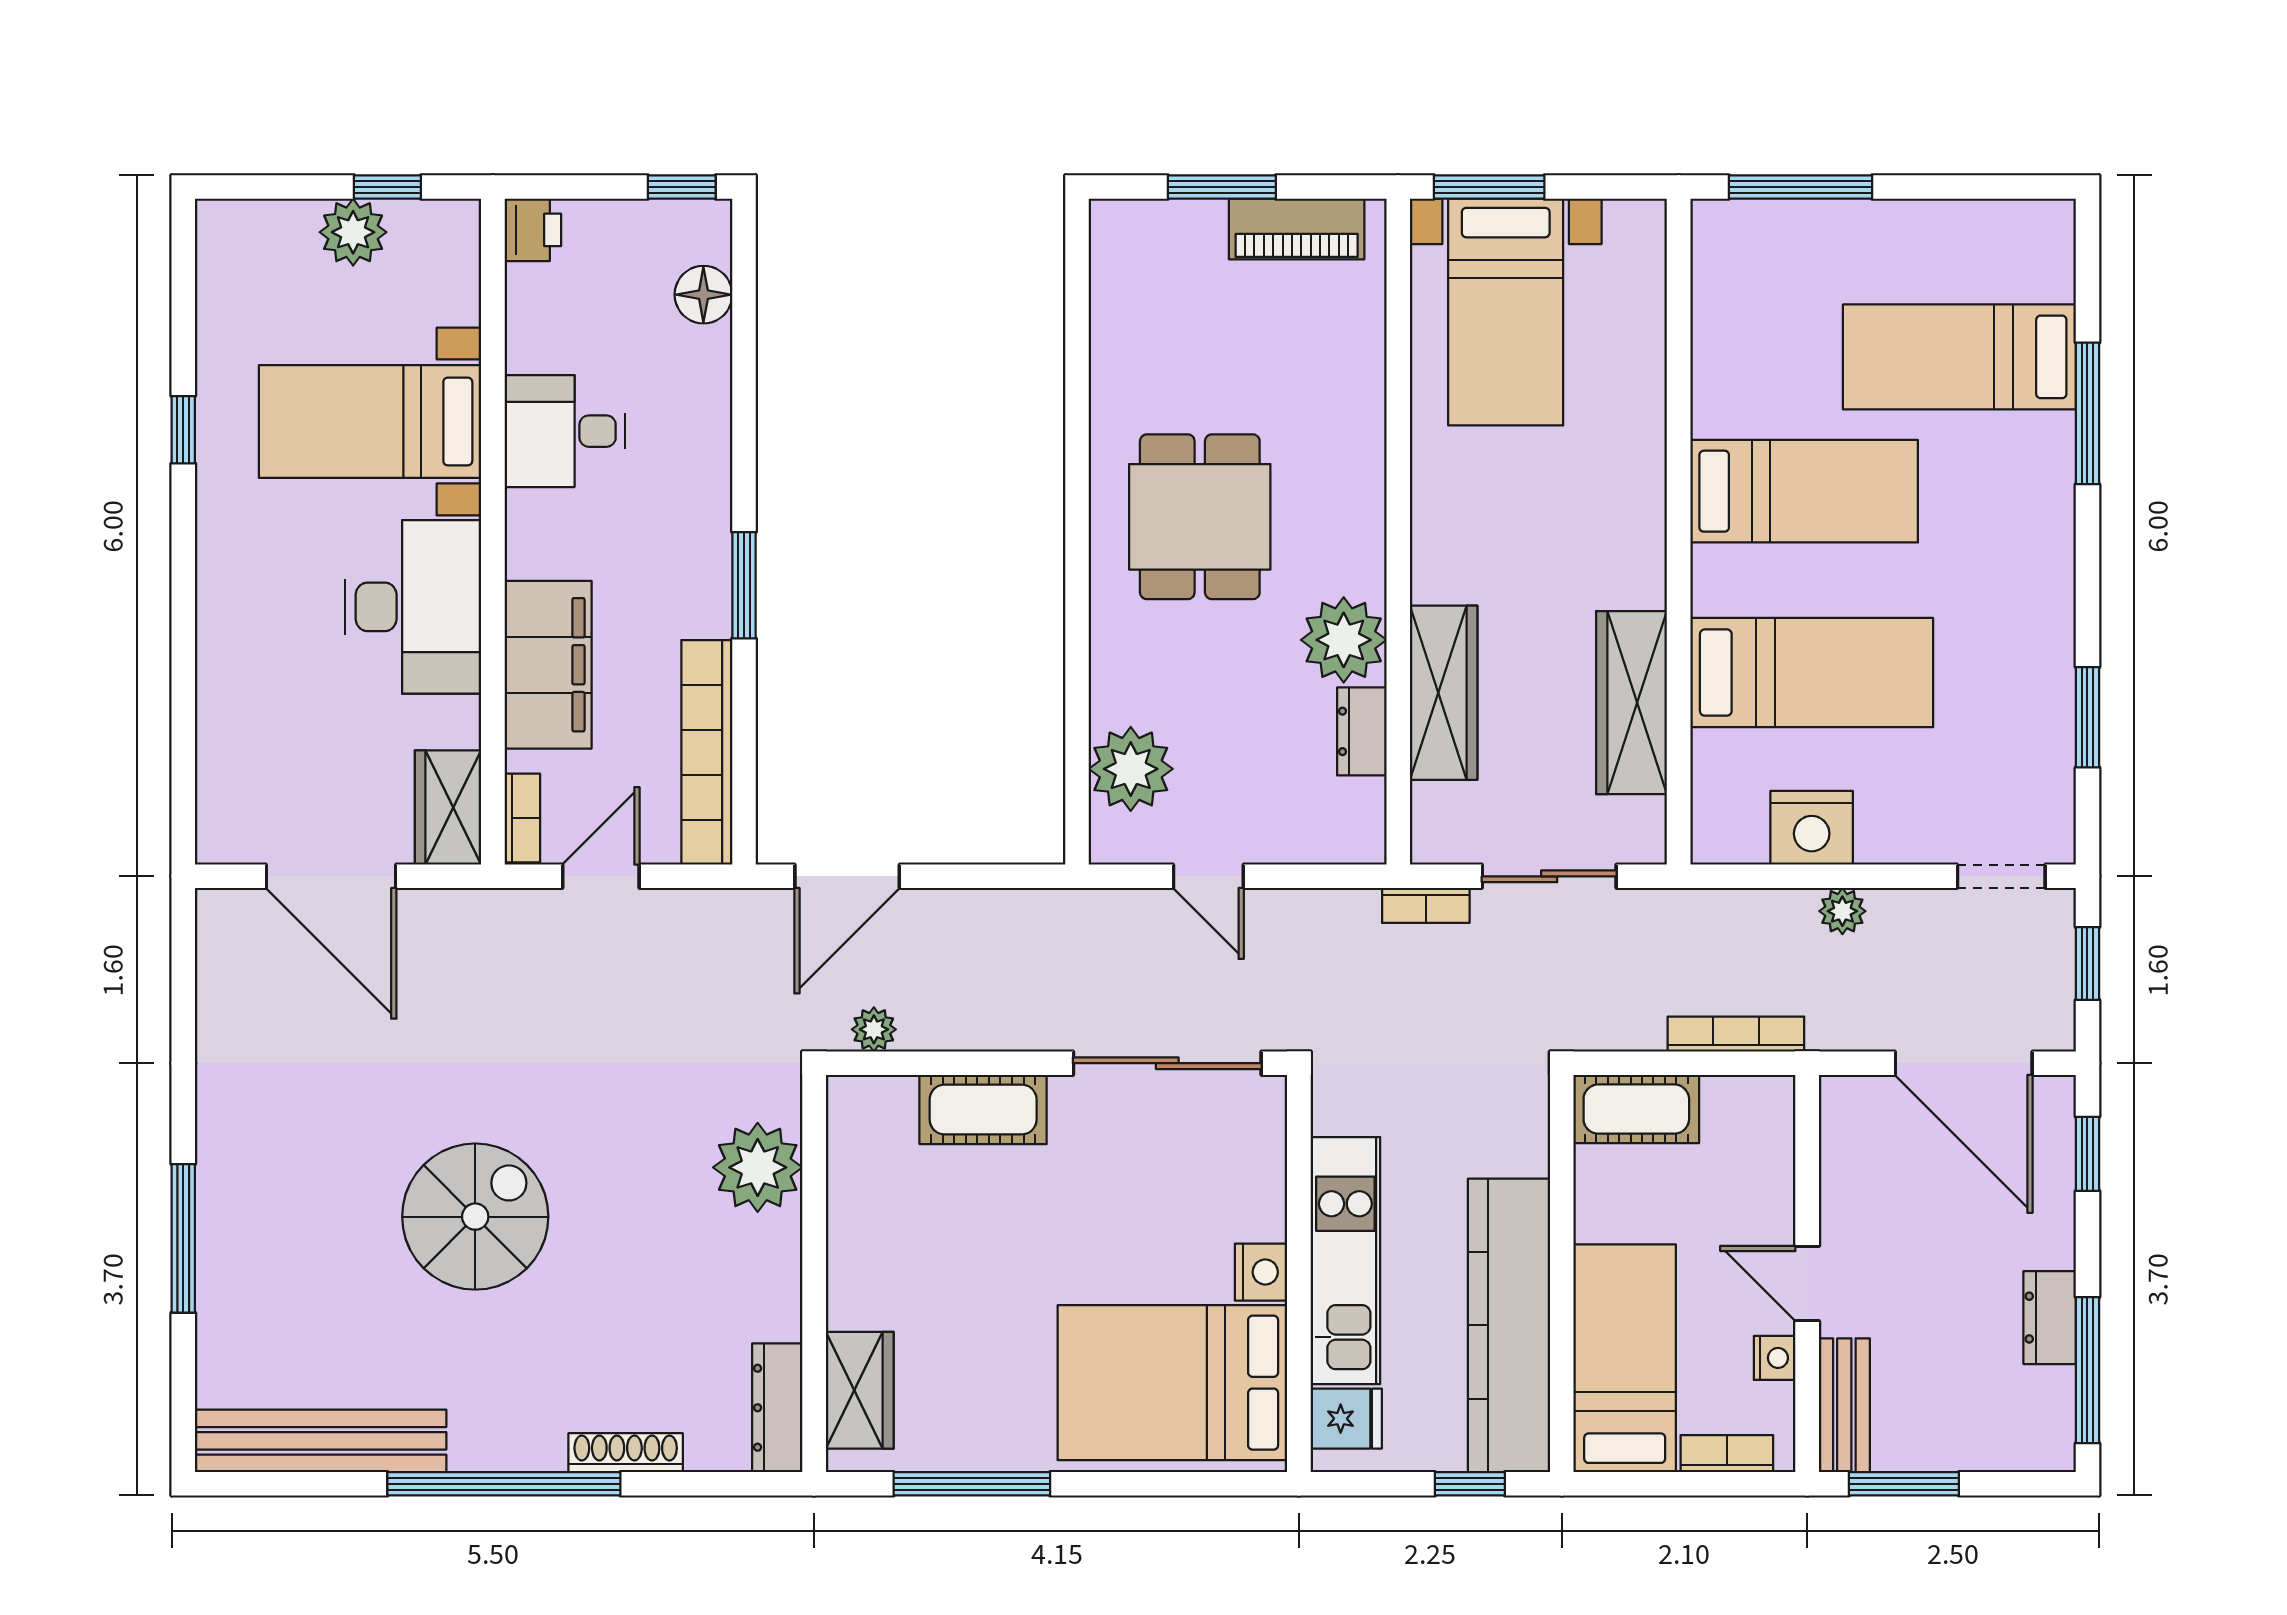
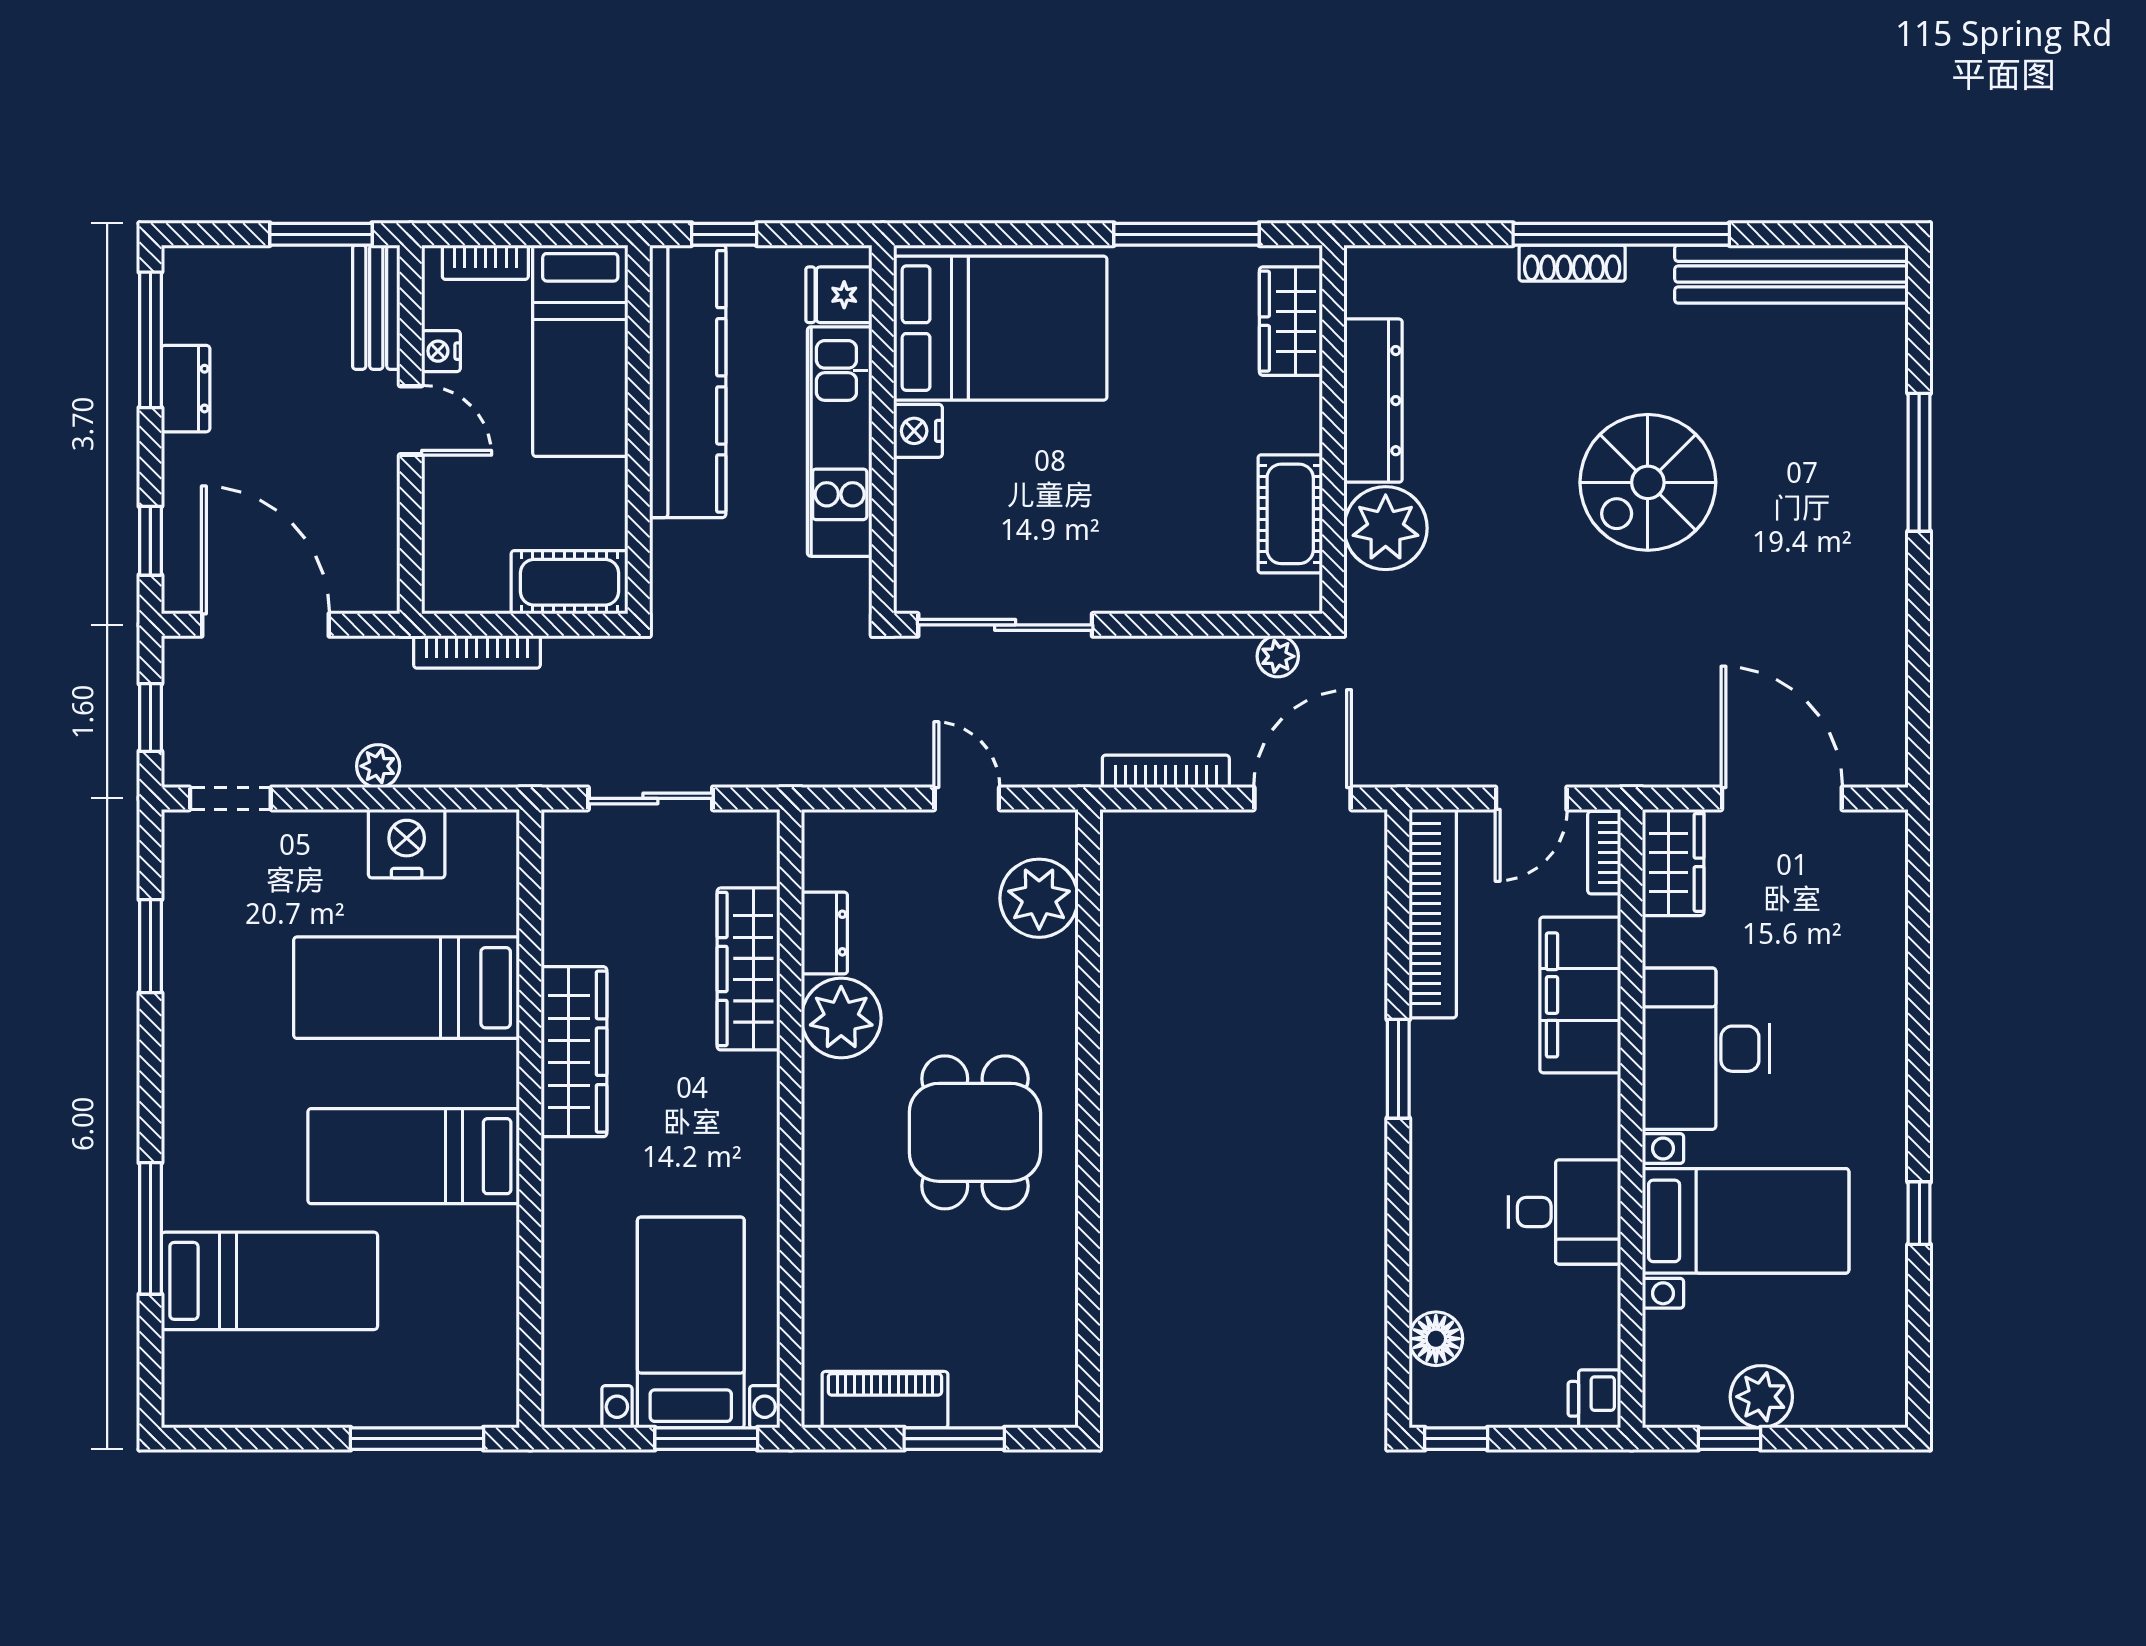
wardrobe: (1632, 703) -> (574, 1052), moved
bookcase: (1426, 905) -> (1166, 771), moved, width x1.56
cot: (983, 1109) -> (1290, 514), moved, turned 90
dresser: (777, 1408) -> (1373, 401), moved, width x1.37, depth x1.24
shoe rack: (626, 1453) -> (1572, 263), moved

